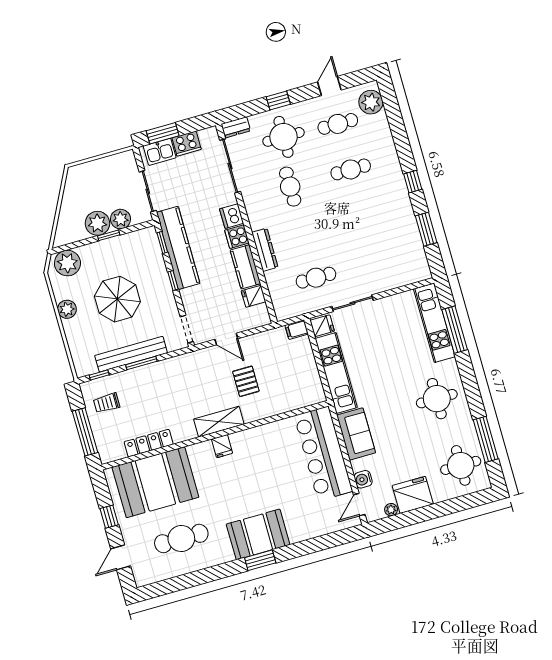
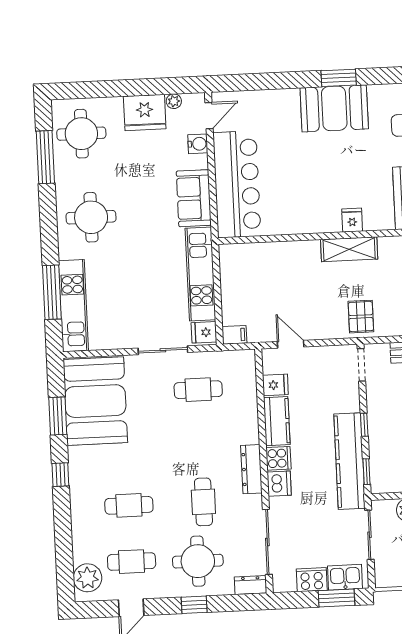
booth: (398, 249) -> (95, 401), added
dresser: (265, 250) -> (251, 469), moved
door: (226, 339) -> (291, 344), moved
pallet: (246, 381) -> (361, 317), moved

